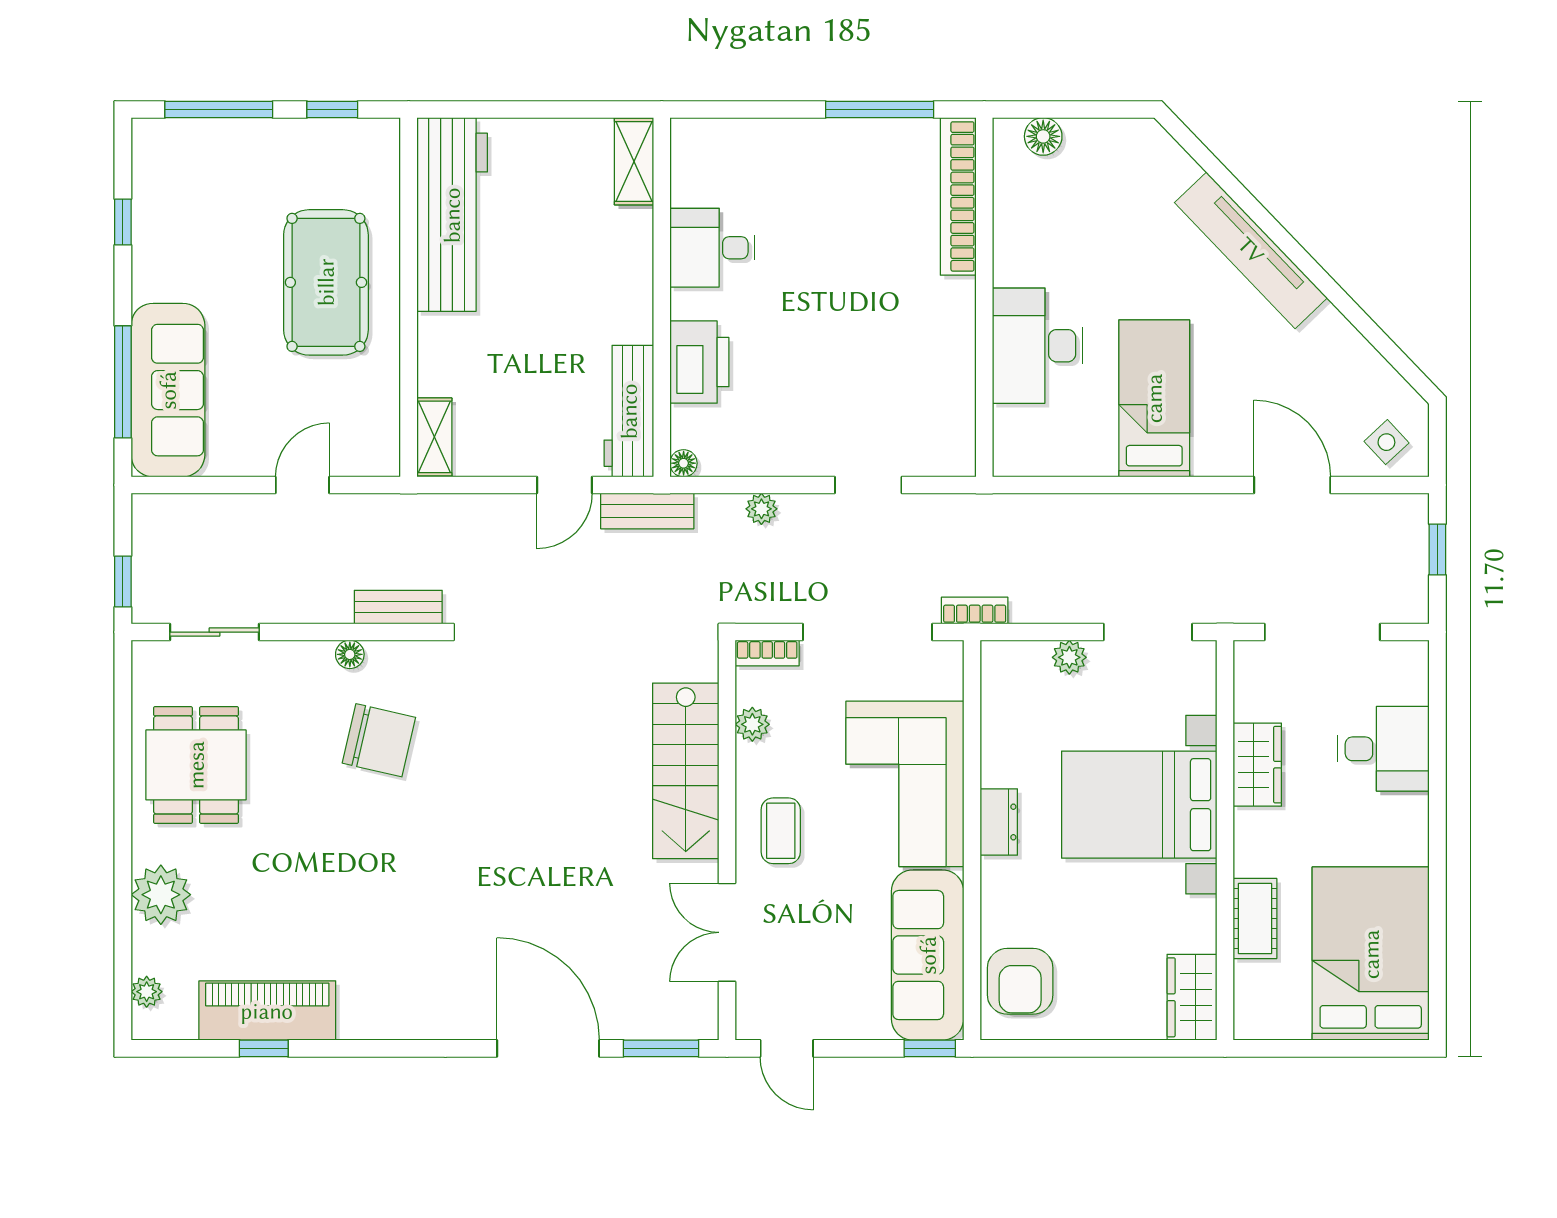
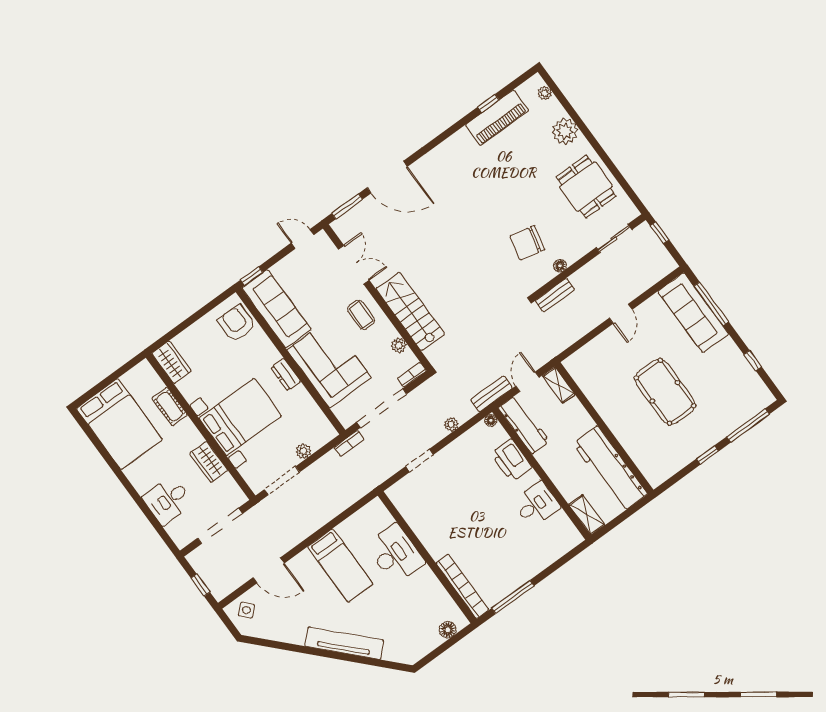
workbench: (452, 215) -> (610, 469), moved
wall: (409, 297) -> (604, 428), moved
shelving: (434, 437) -> (559, 385), moved

